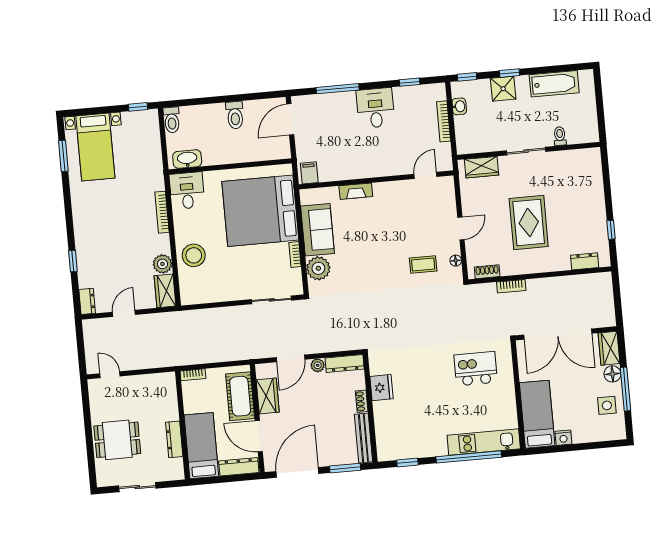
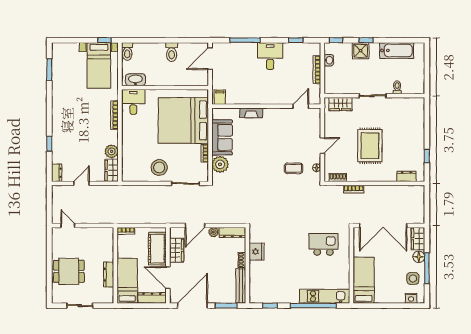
bed with nightstands: (95, 147) -> (99, 65), moved
stool: (194, 255) -> (159, 168), moved
nightstand: (563, 438) -> (411, 298), moved

